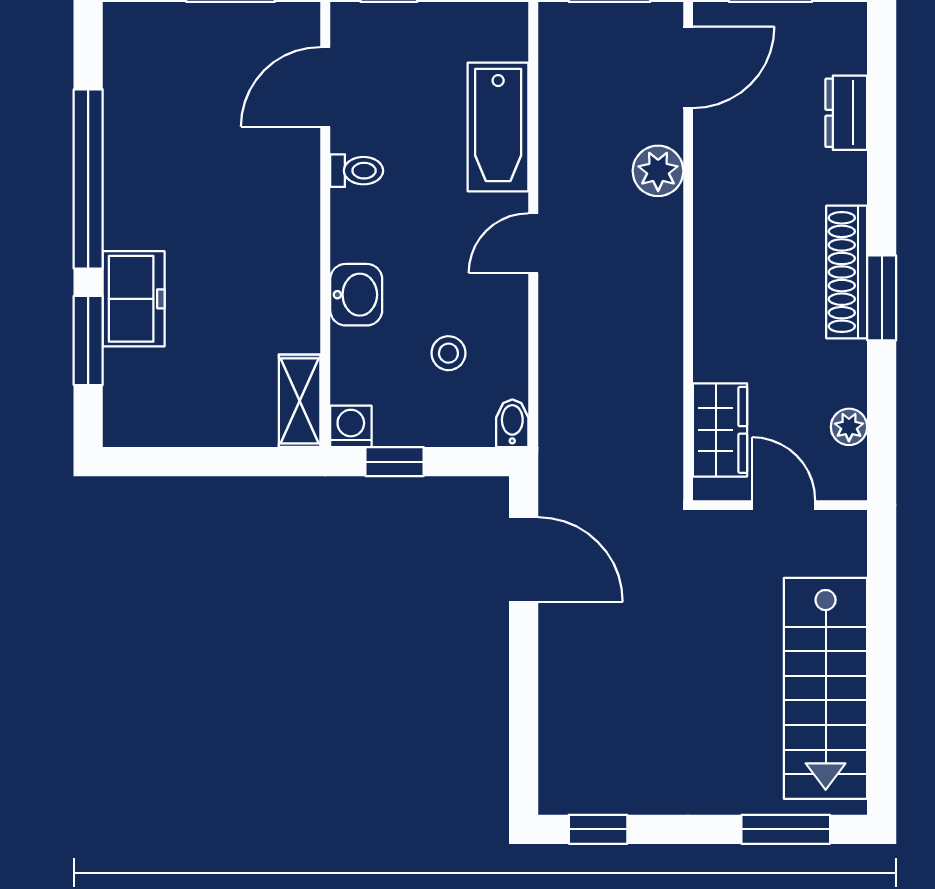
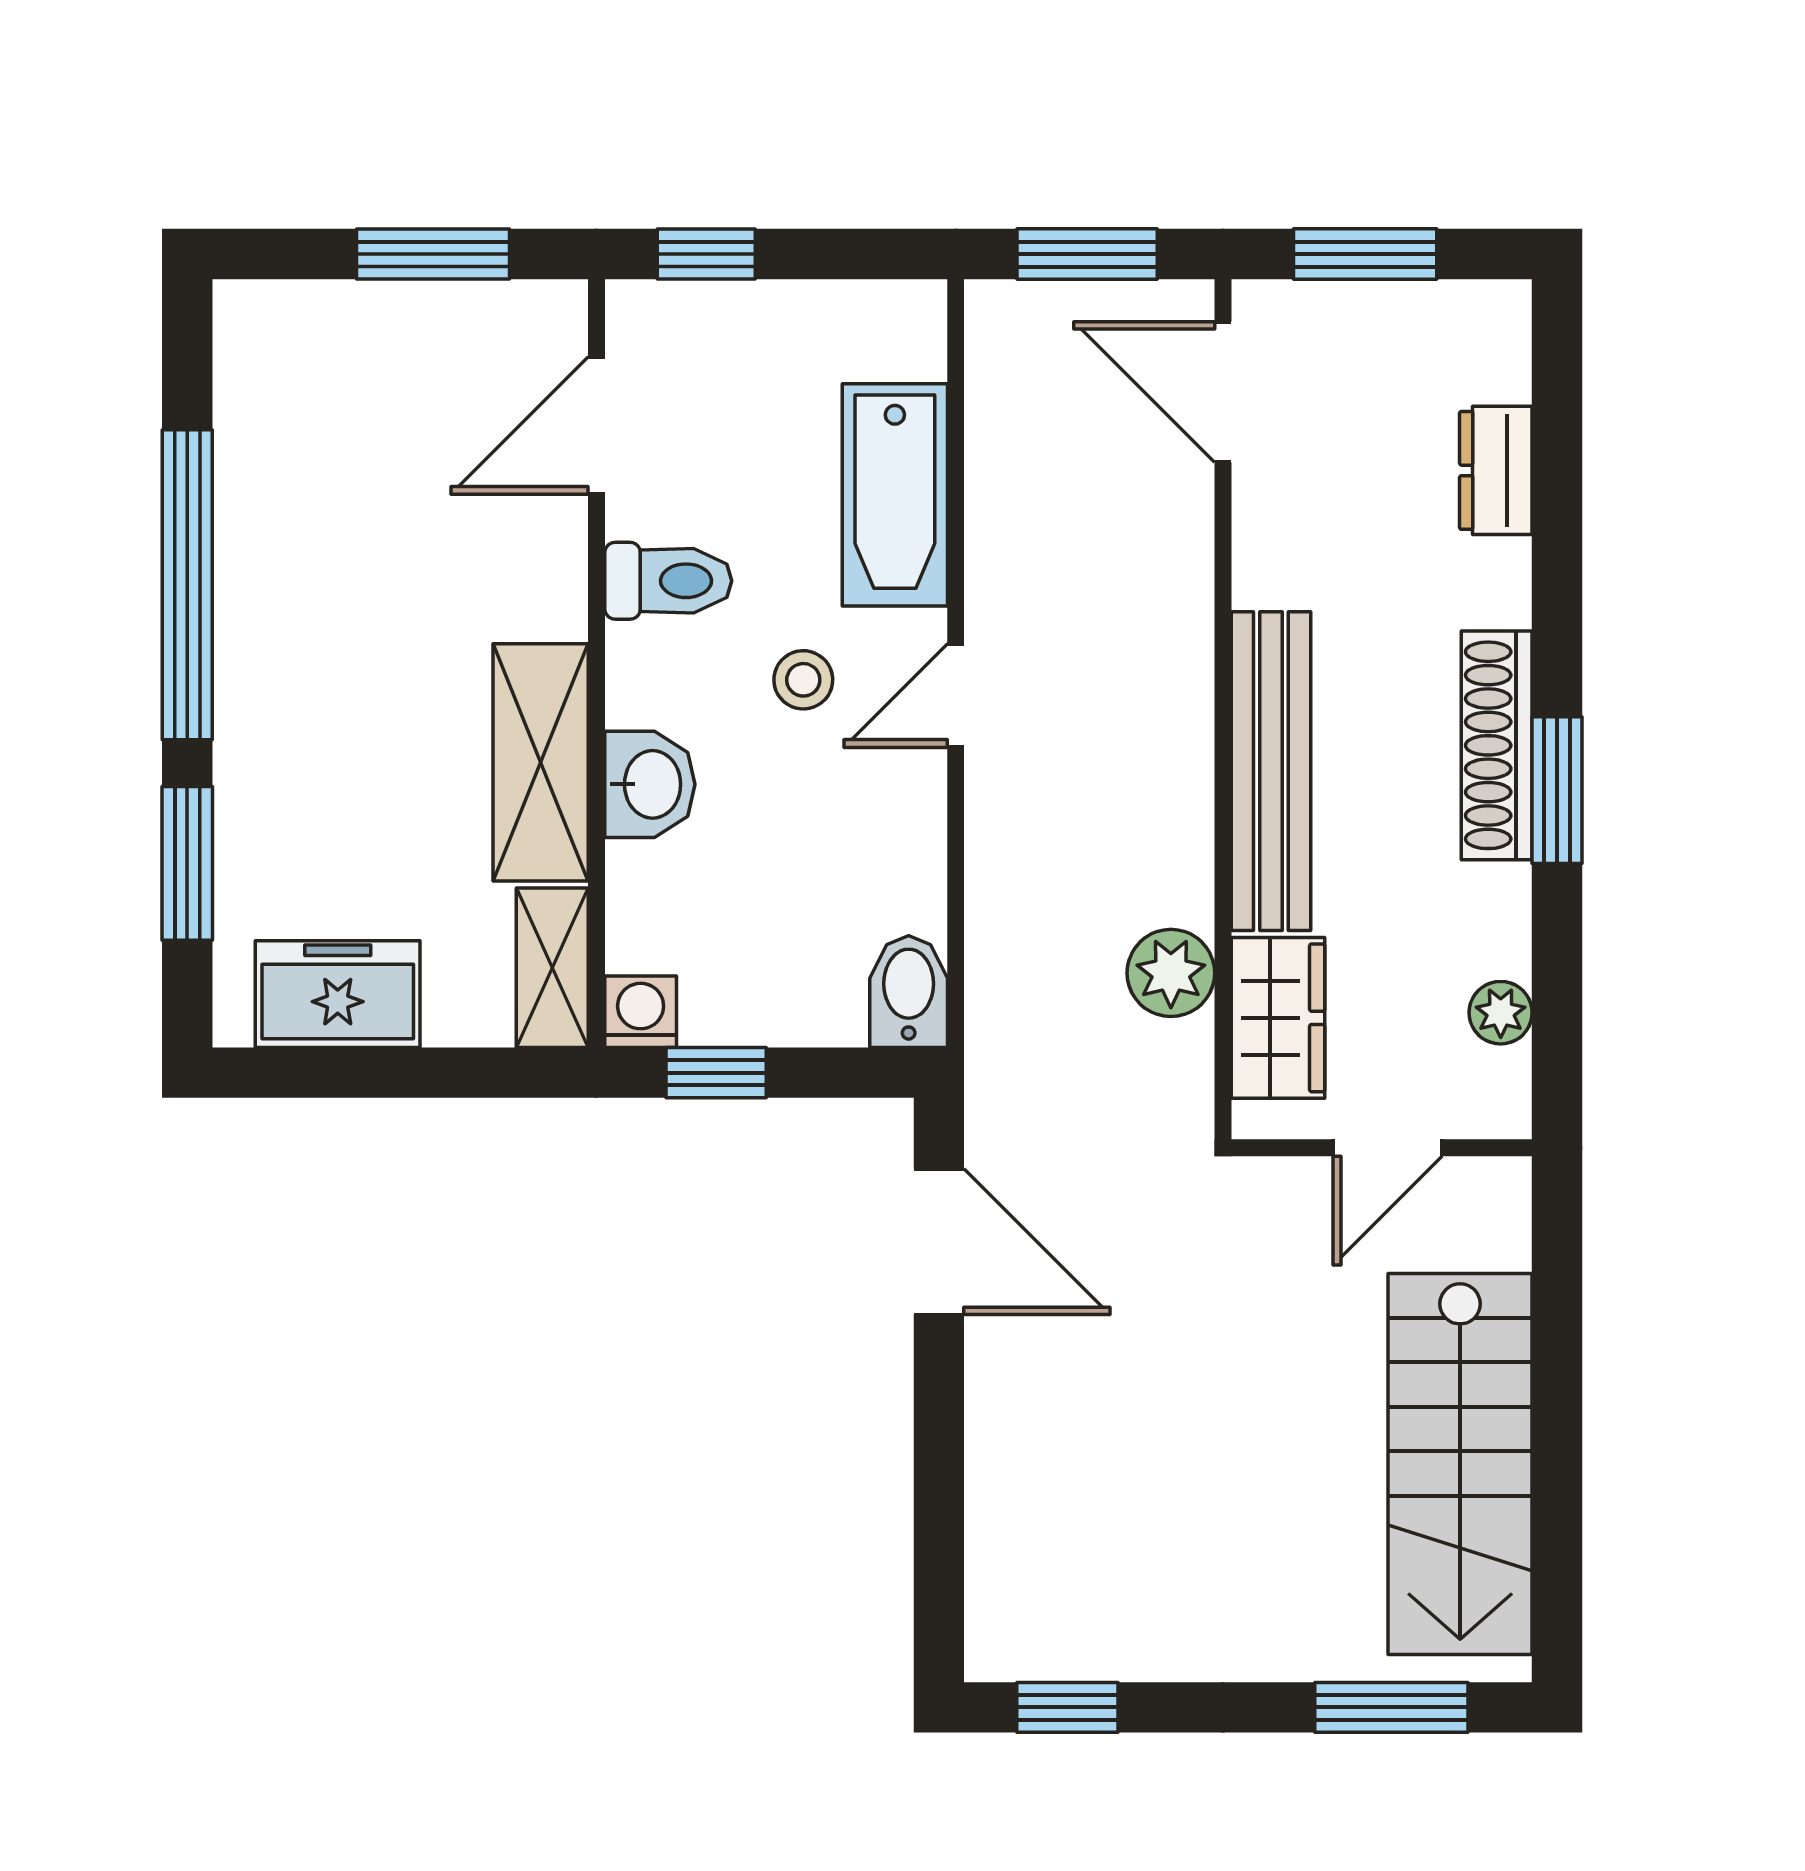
door: (688, 67) -> (1223, 392), swing flipped
toilet: (357, 171) -> (668, 581), width x1.37, depth x1.39
plant: (658, 171) -> (1171, 973), moved
shelving: (293, 282) -> (541, 762), added
bench: (716, 287) -> (1271, 771), added
freezer: (134, 299) -> (338, 994), moved, turned -90
stool: (448, 353) -> (803, 680), moved
bidet: (512, 423) -> (909, 992), width x1.38, depth x1.36
door: (784, 505) -> (1388, 1148), swing flipped

